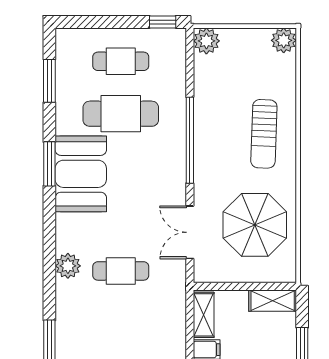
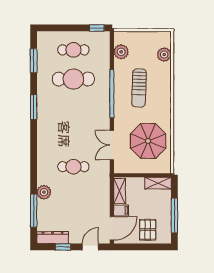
plant: (284, 40) -> (164, 55), moved
plant: (206, 41) -> (121, 52), moved
sun lounger: (264, 134) -> (139, 88), moved
booth: (81, 174) -> (51, 113), removed
plant: (68, 266) -> (44, 192), moved

